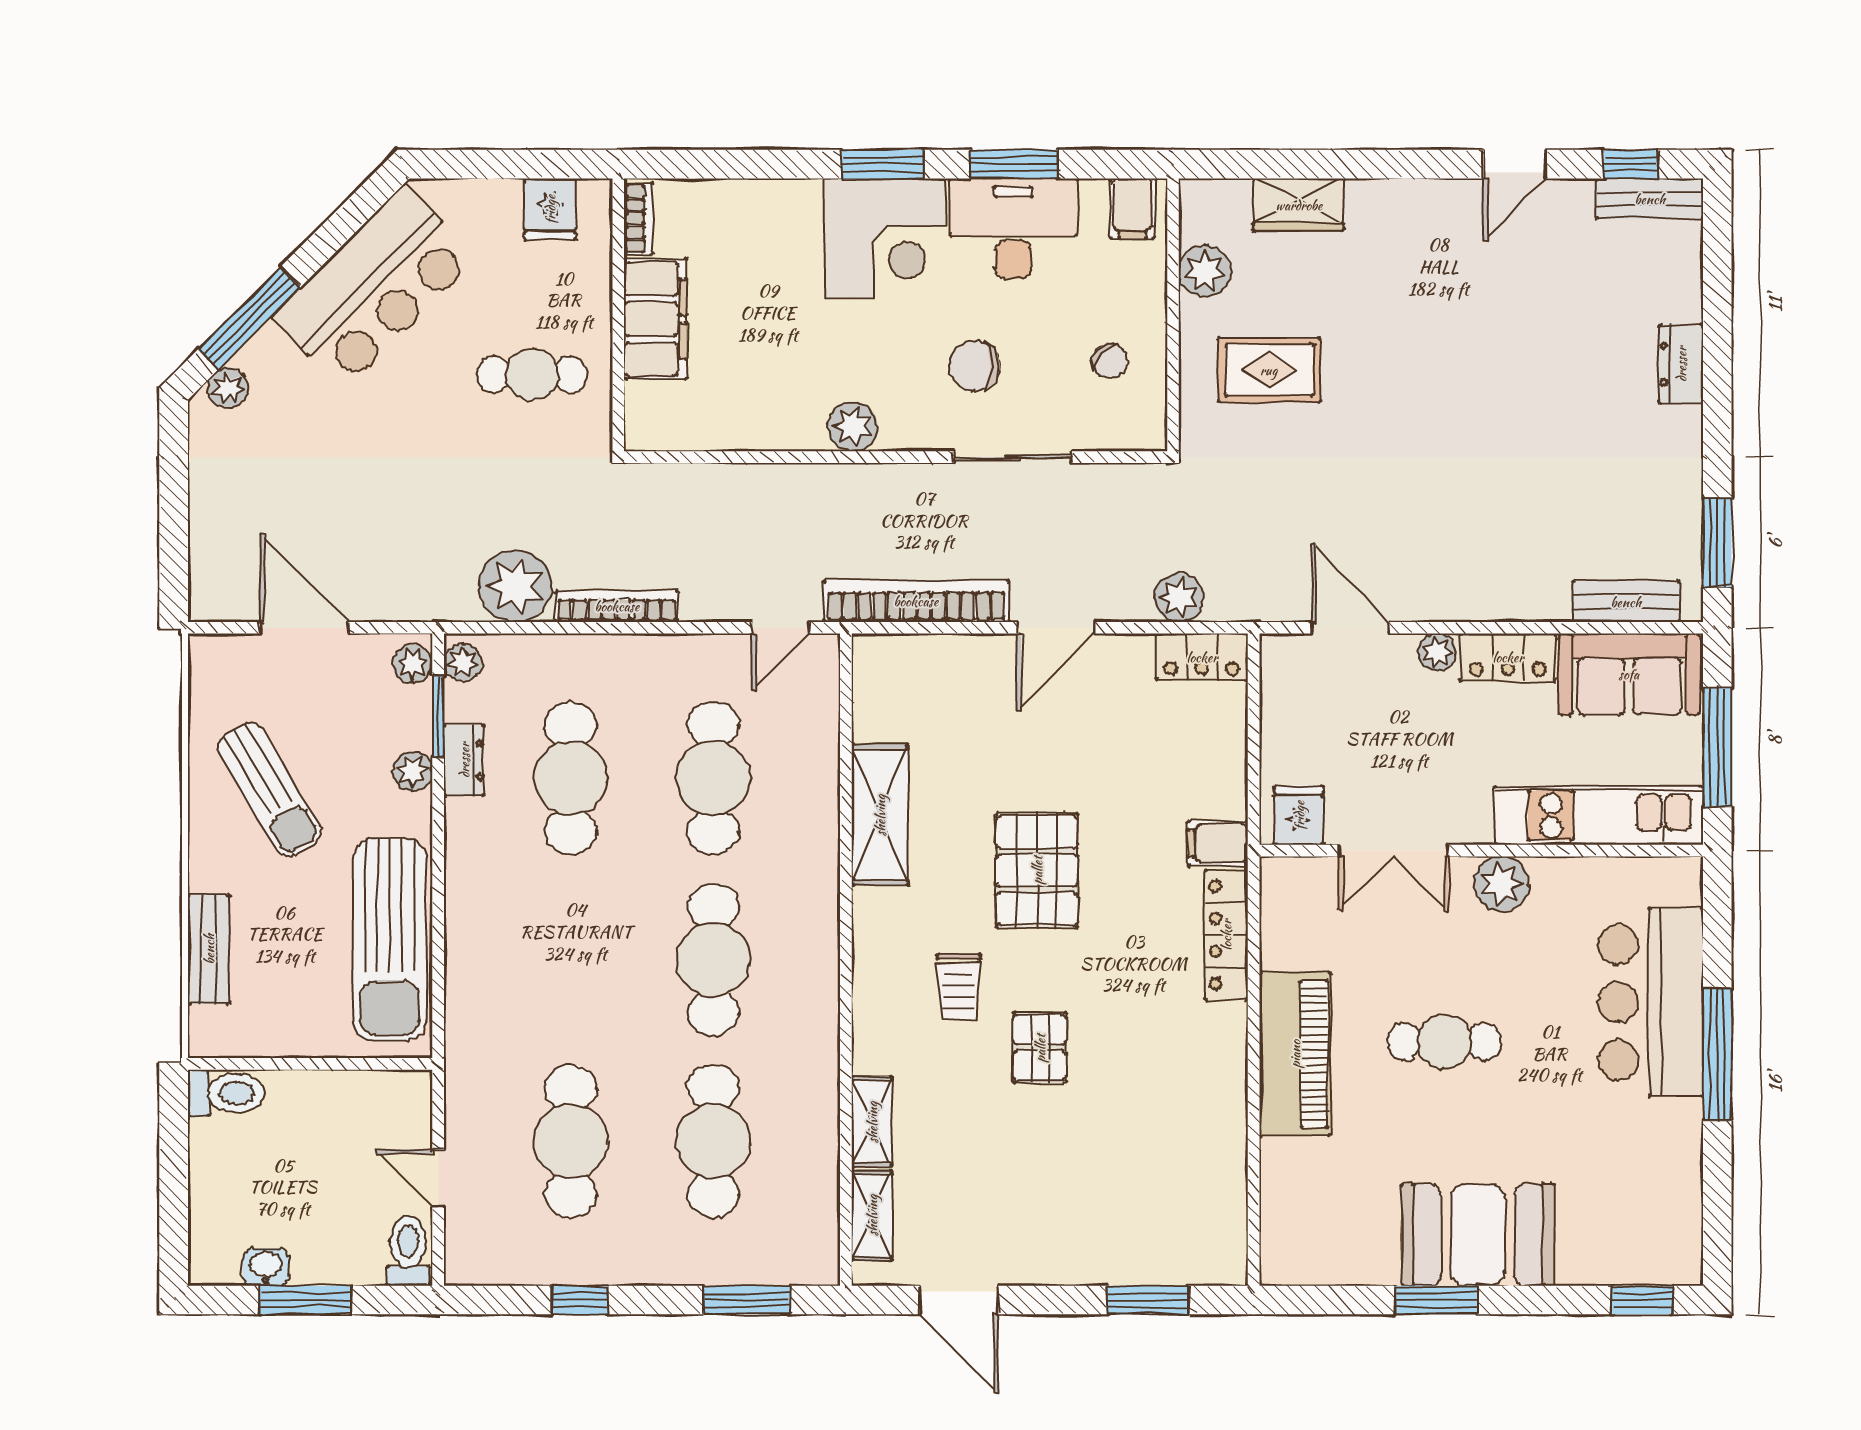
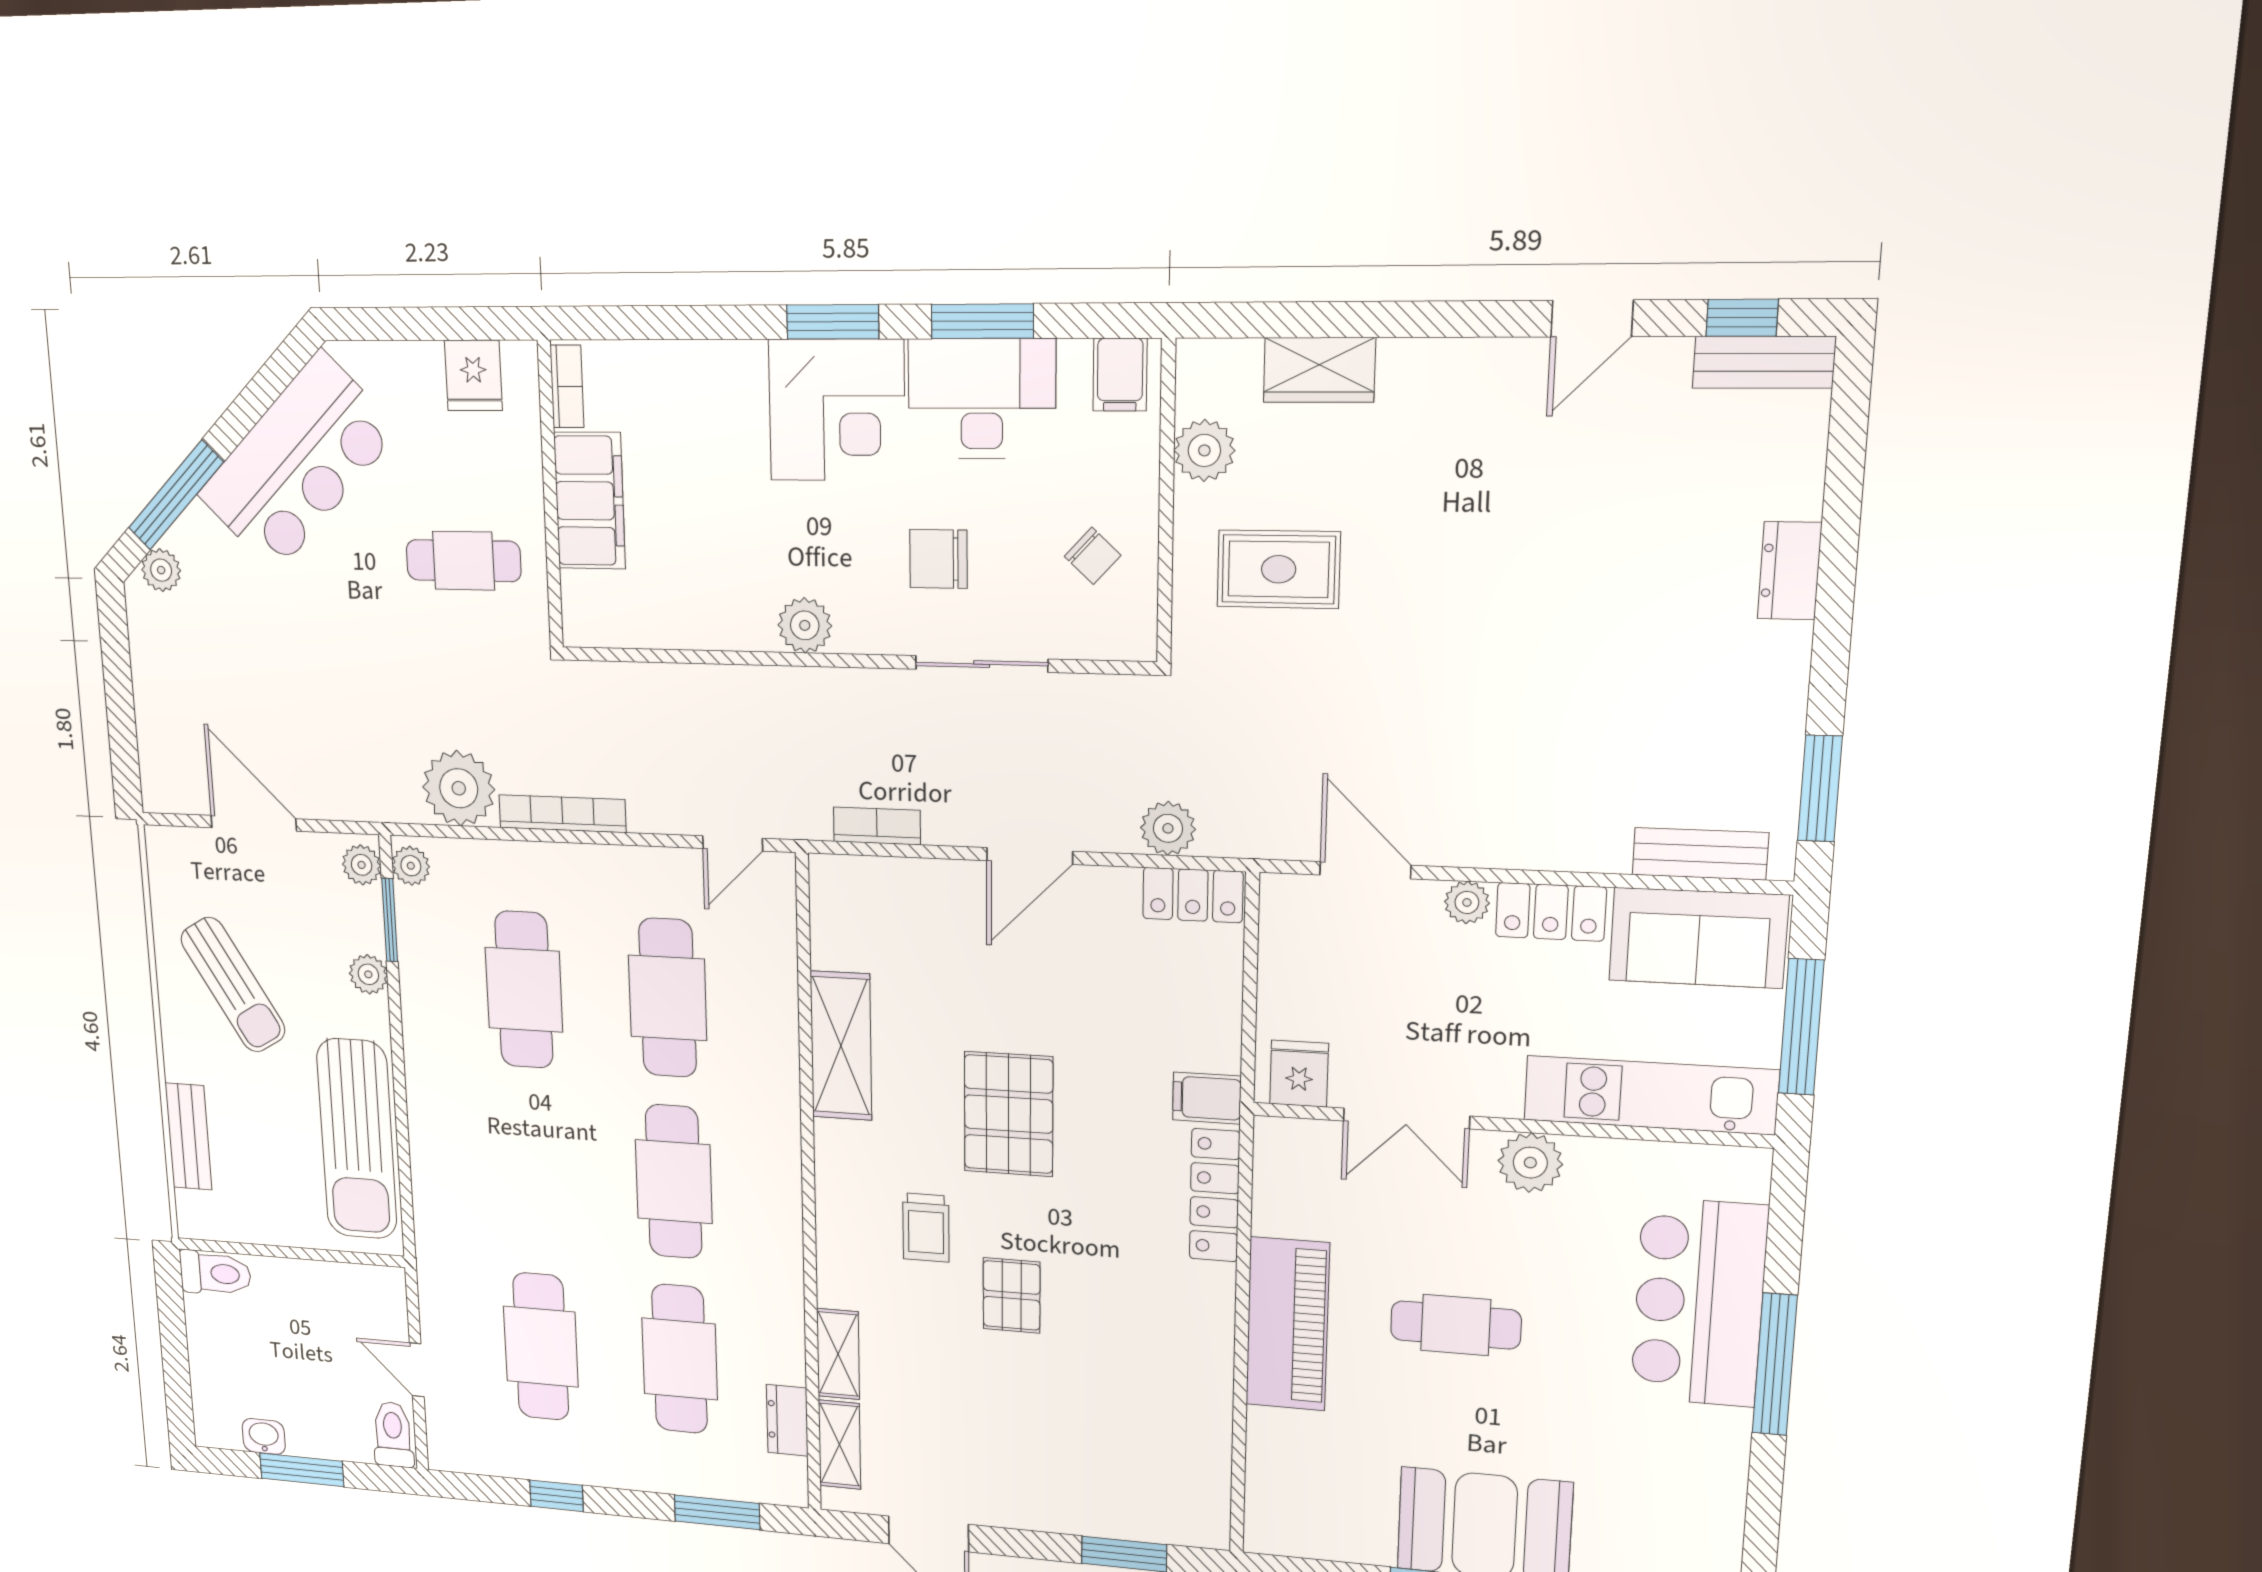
bookcase: (916, 601) -> (877, 826), width x0.43, depth x0.76
dresser: (464, 760) -> (787, 1420), moved, turned 180

